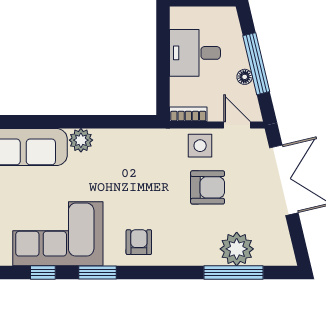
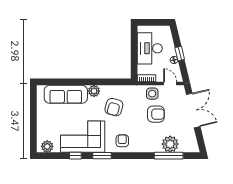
desk: (195, 53) -> (150, 48), width x1.37
window: (256, 64) -> (180, 54), width x0.46
armchair: (122, 173) -> (114, 107), added

